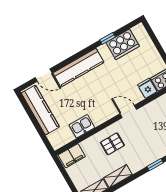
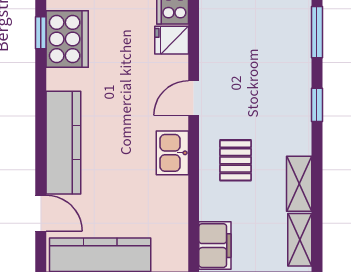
window: (108, 38) -> (41, 33), moved
door: (44, 75) -> (41, 213), hinge flipped
kitchen sink: (82, 126) -> (172, 153), moved

